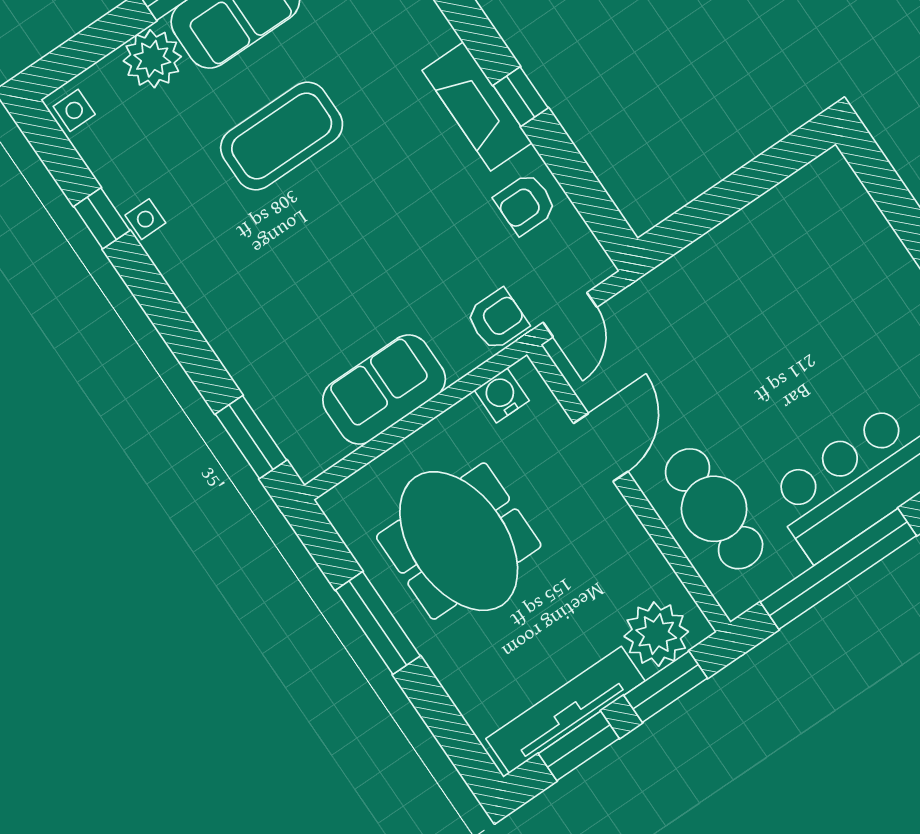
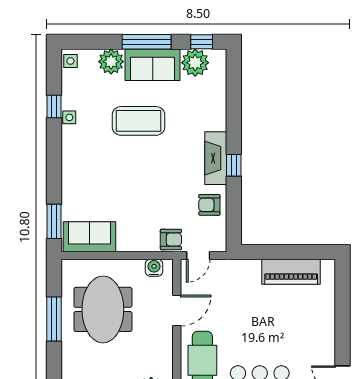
piano: (768, 225) -> (291, 272), added
sofa: (384, 389) -> (90, 237), moved

